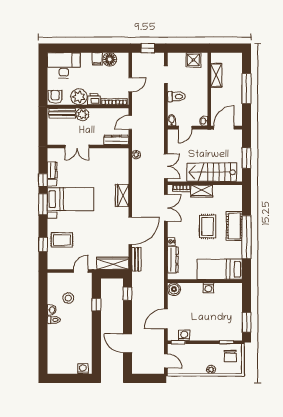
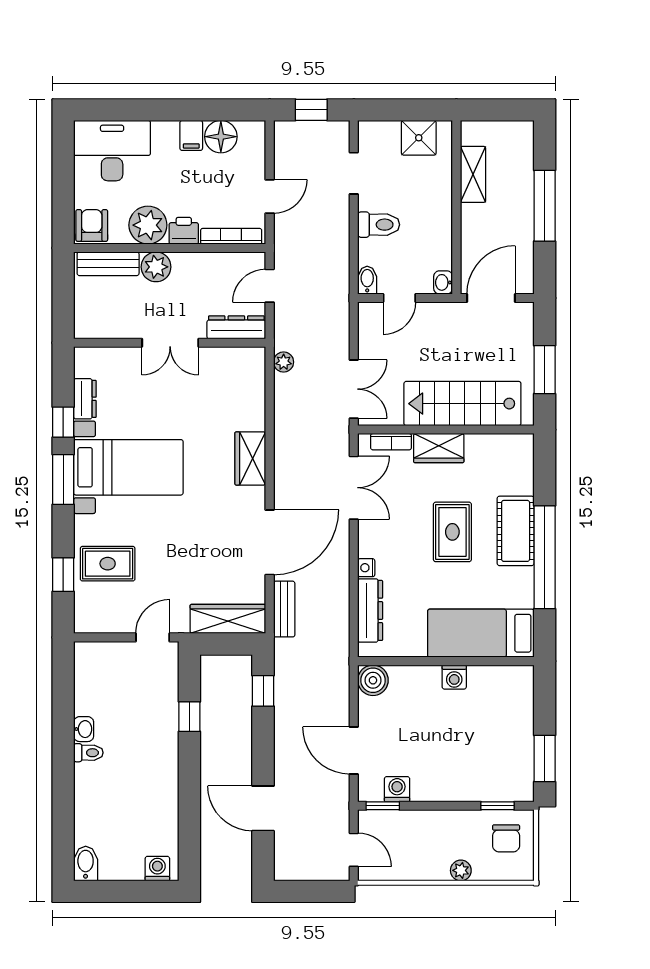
double door: (77, 147) -> (170, 343), moved
stool: (68, 298) -> (123, 701), removed
door: (166, 319) -> (354, 750), hinge flipped
bidet: (53, 367) -> (86, 863), added

